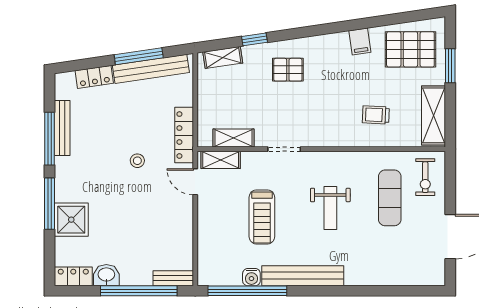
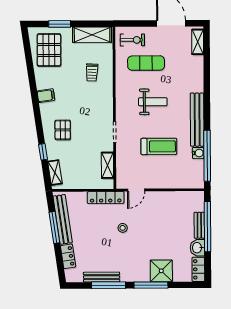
filing cabinet: (360, 41) -> (46, 96), moved
shelving: (221, 160) -> (198, 42), moved
bench: (173, 278) -> (199, 225), moved

